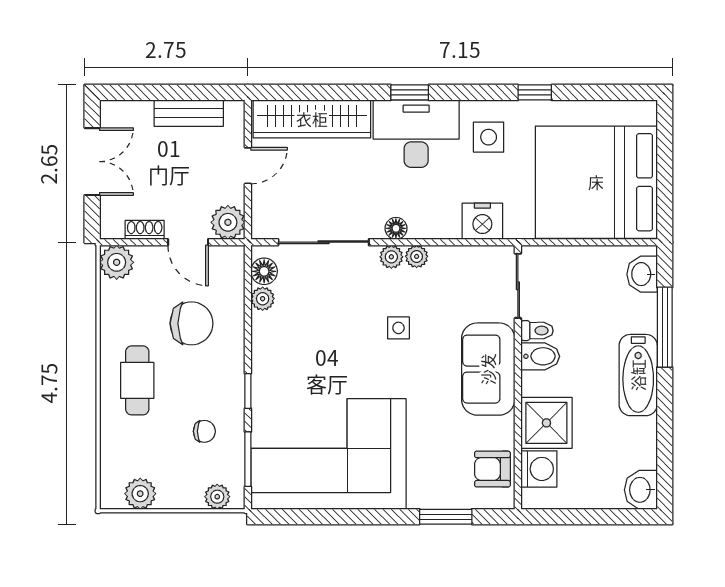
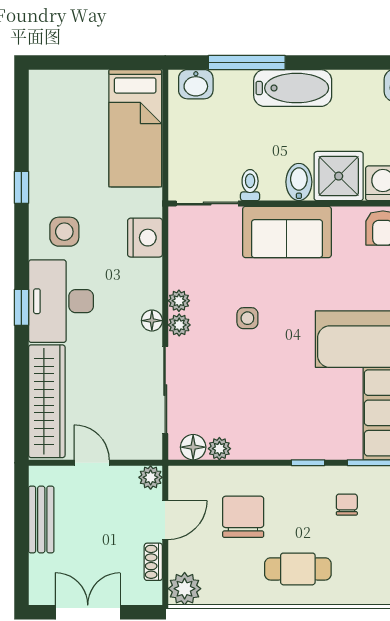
bed: (596, 182) -> (135, 128), width x0.49
plant: (228, 222) -> (151, 477), width x0.73, depth x0.73
bidet: (540, 356) -> (299, 182), moved

